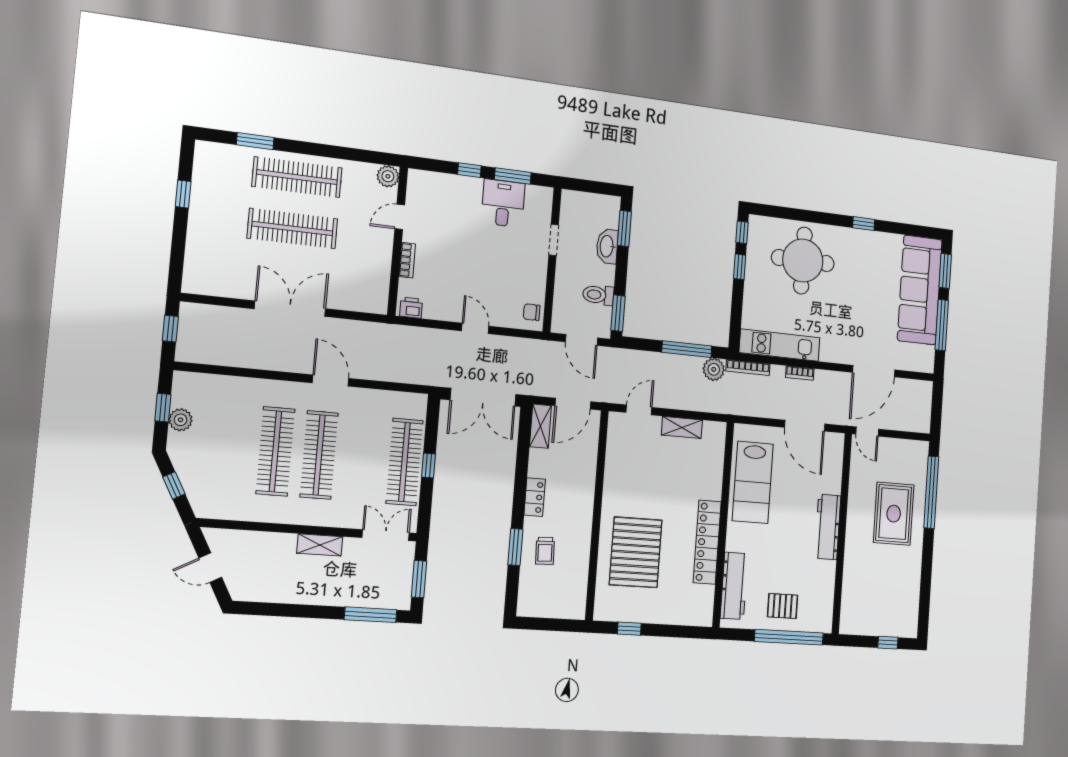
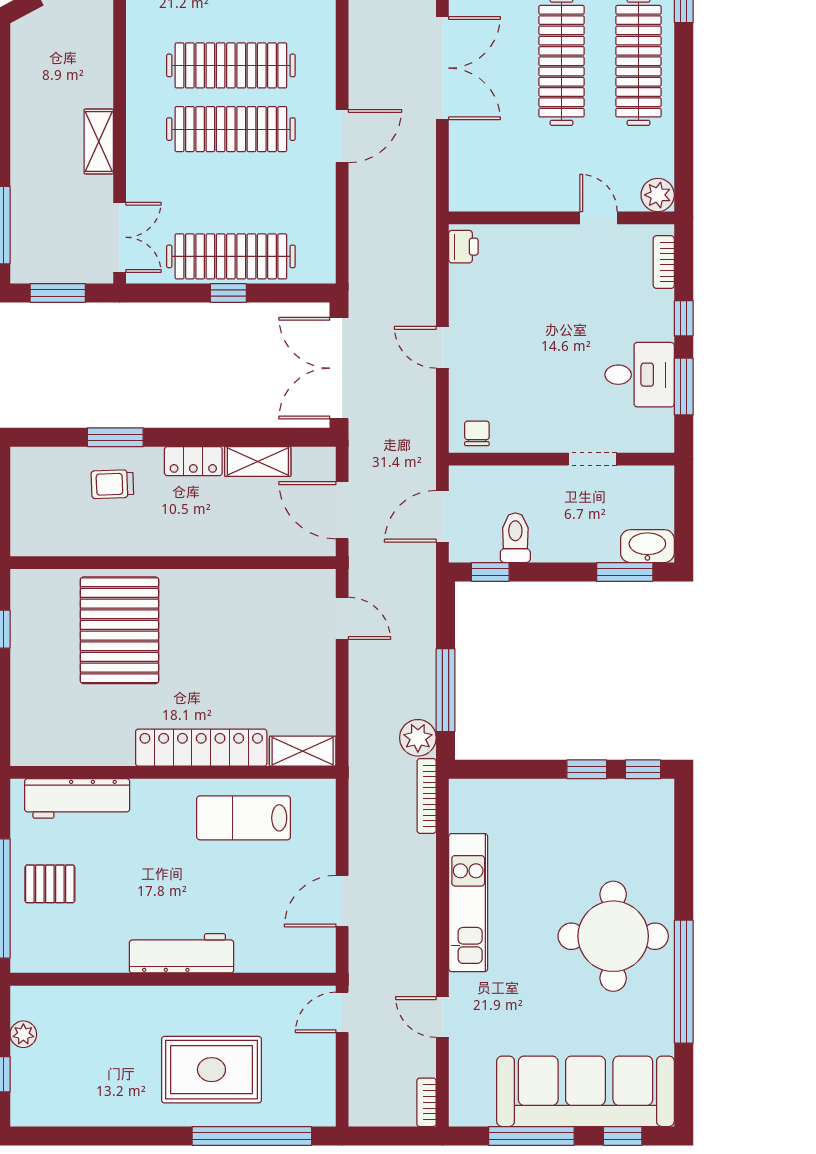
window: (864, 224) -> (684, 982), width x3.17
washbasin: (607, 246) -> (647, 546), moved
bookcase: (407, 260) -> (664, 262), moved, turned 90
round table: (803, 261) -> (613, 936), moved
window: (945, 271) -> (623, 1136), width x0.67
window: (618, 313) -> (490, 572), width x0.67
door: (475, 328) -> (442, 347), swing flipped
kitchen unit: (780, 345) -> (468, 903), moved
door: (874, 371) -> (442, 1017), width x0.53
bookcase: (800, 373) -> (426, 1102), moved
shelving: (540, 426) -> (258, 462), moved
door: (805, 426) -> (342, 901), width x0.73
shelving: (682, 427) -> (303, 751), moved, turned 90
lab bench: (753, 482) -> (244, 818), width x0.73, depth x0.72
locker: (707, 542) -> (201, 748), moved
pallet: (636, 552) -> (119, 630), turned 90
pallet: (783, 606) -> (50, 884), turned 90
plant: (867, 627) -> (23, 1034), added

